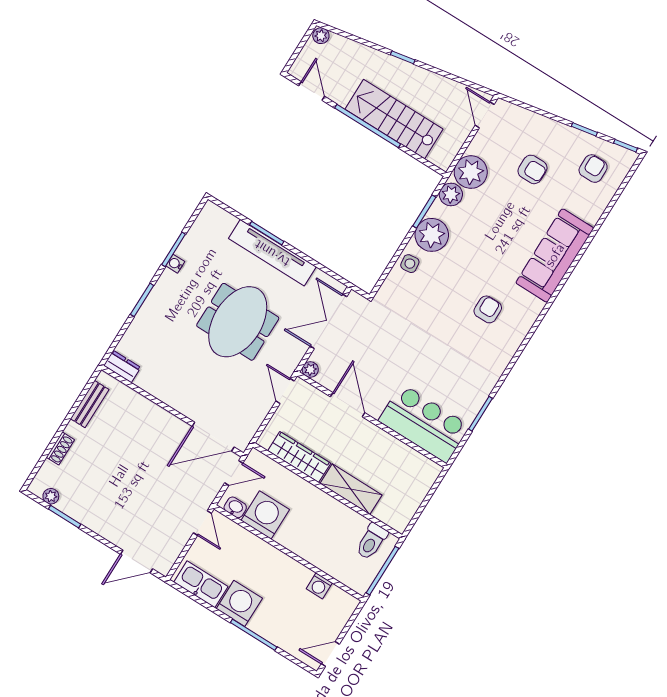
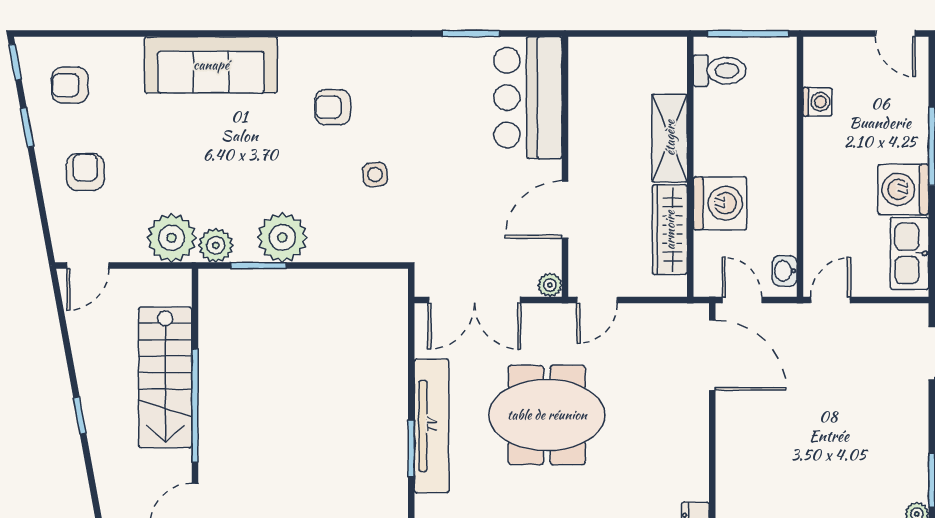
armchair: (532, 169) -> (85, 172), moved
side table: (410, 264) -> (375, 175), moved
washing machine: (265, 515) -> (720, 203), moved, turned 180

